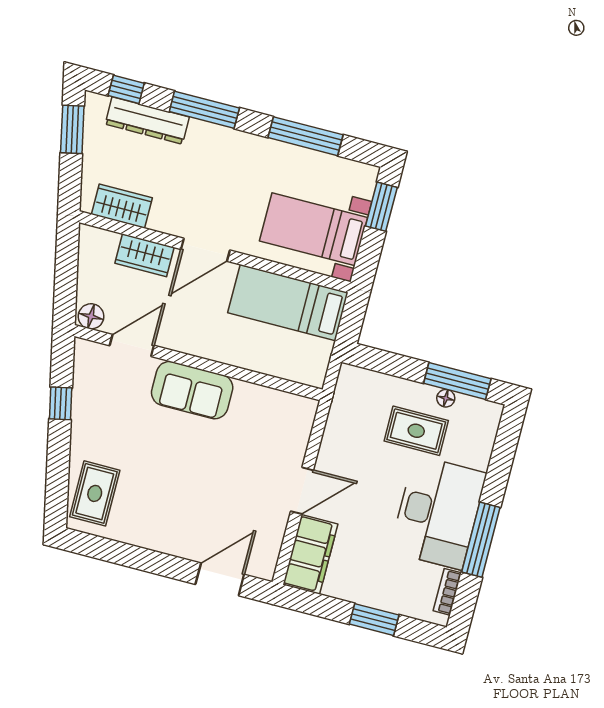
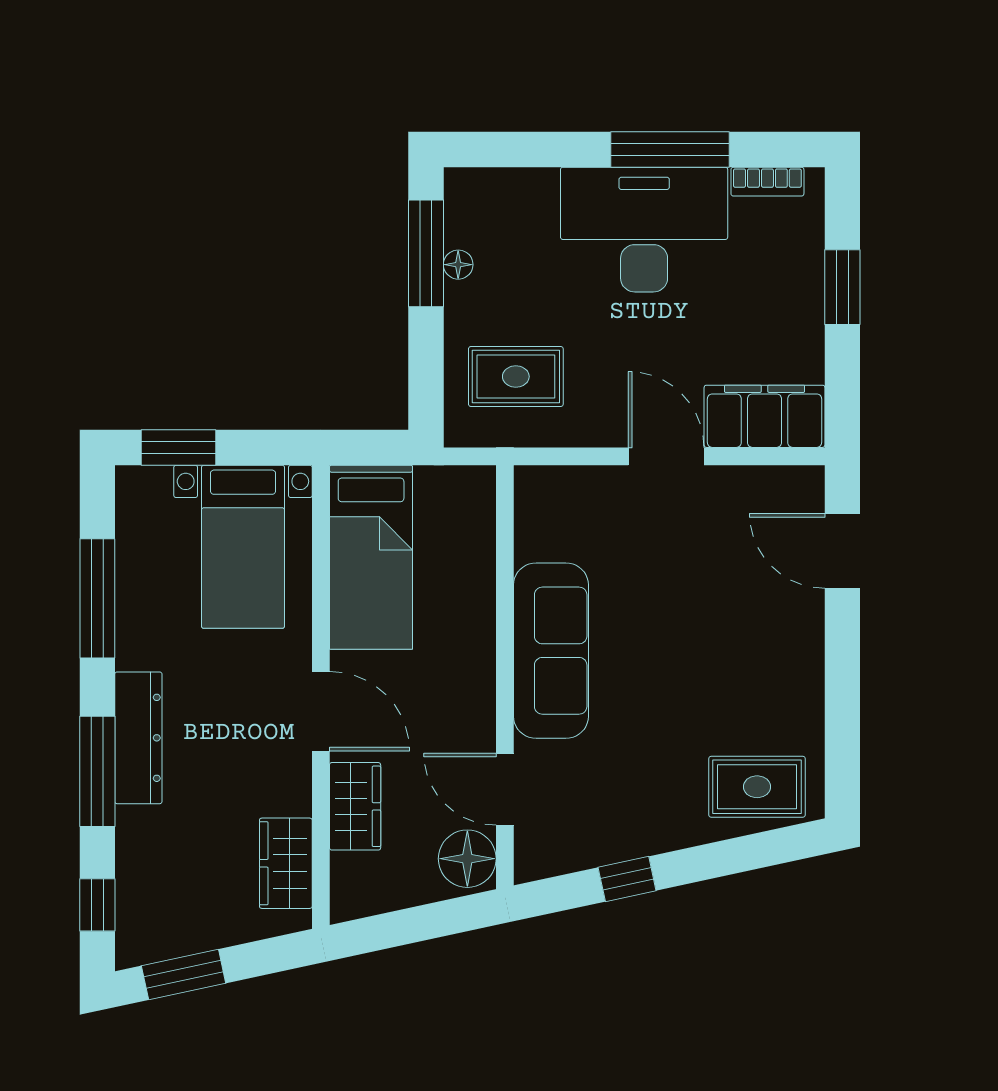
dresser: (147, 121) -> (138, 738), moved
floor lamp: (91, 316) -> (467, 859), width x1.38, depth x1.38
sofa: (192, 390) -> (551, 651), width x1.36
rug: (416, 431) -> (516, 377), moved, turned 90

